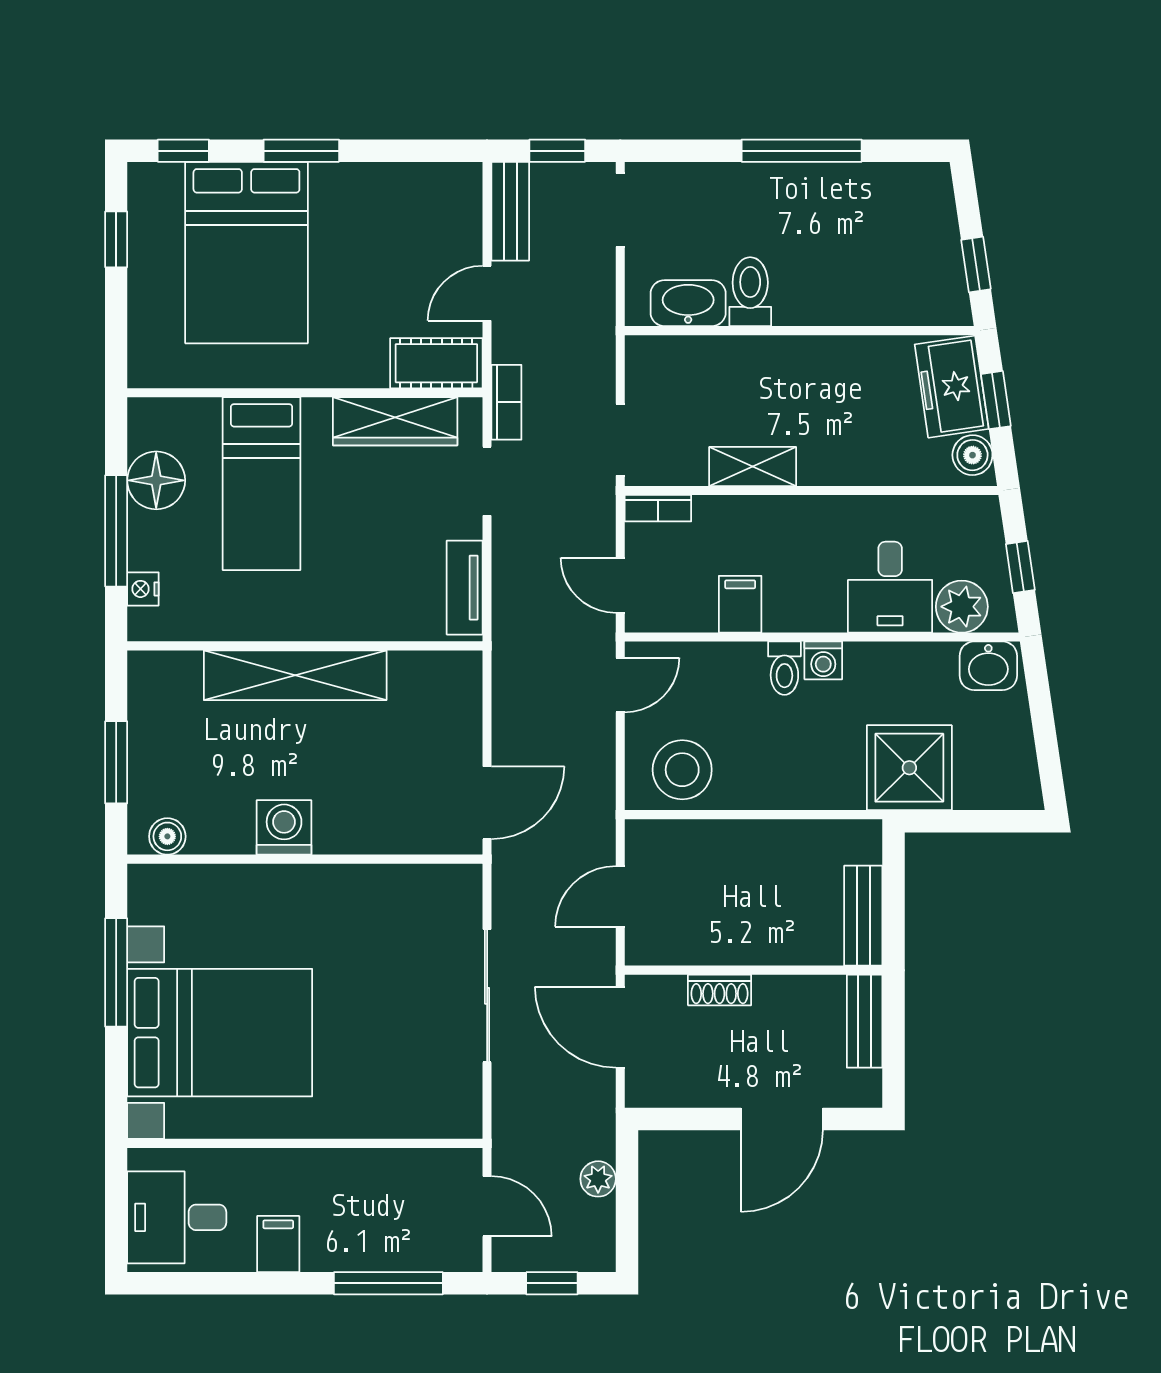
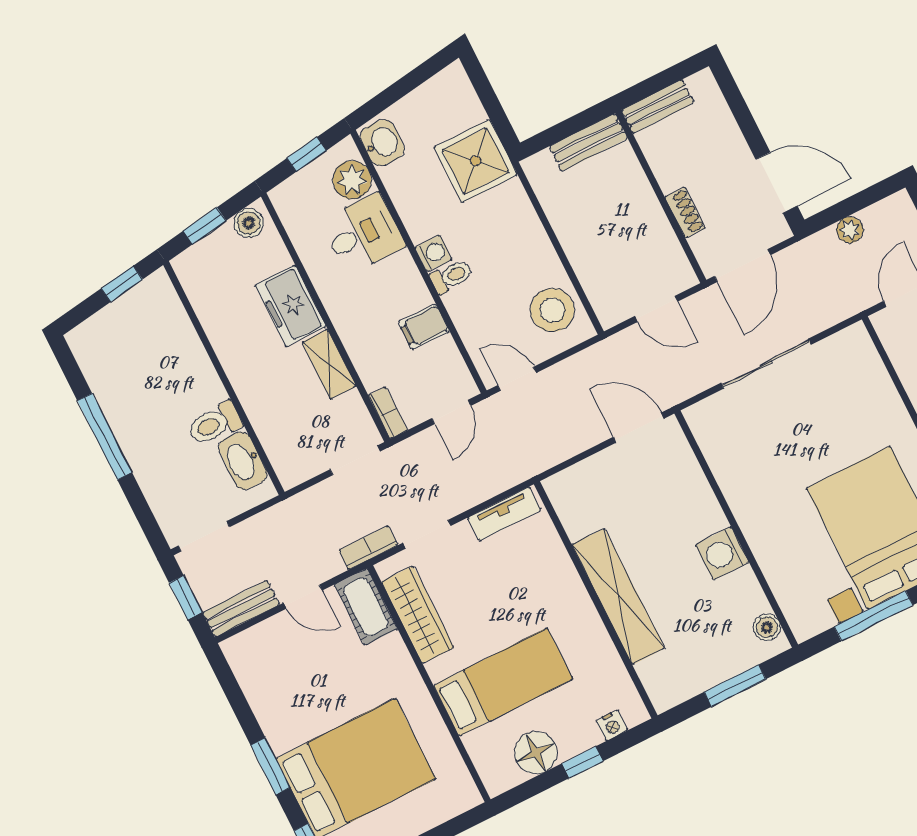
freezer: (952, 387) -> (291, 306), moved, turned 98
window: (116, 531) -> (582, 762), width x0.46
door: (782, 1119) -> (777, 183), moved

